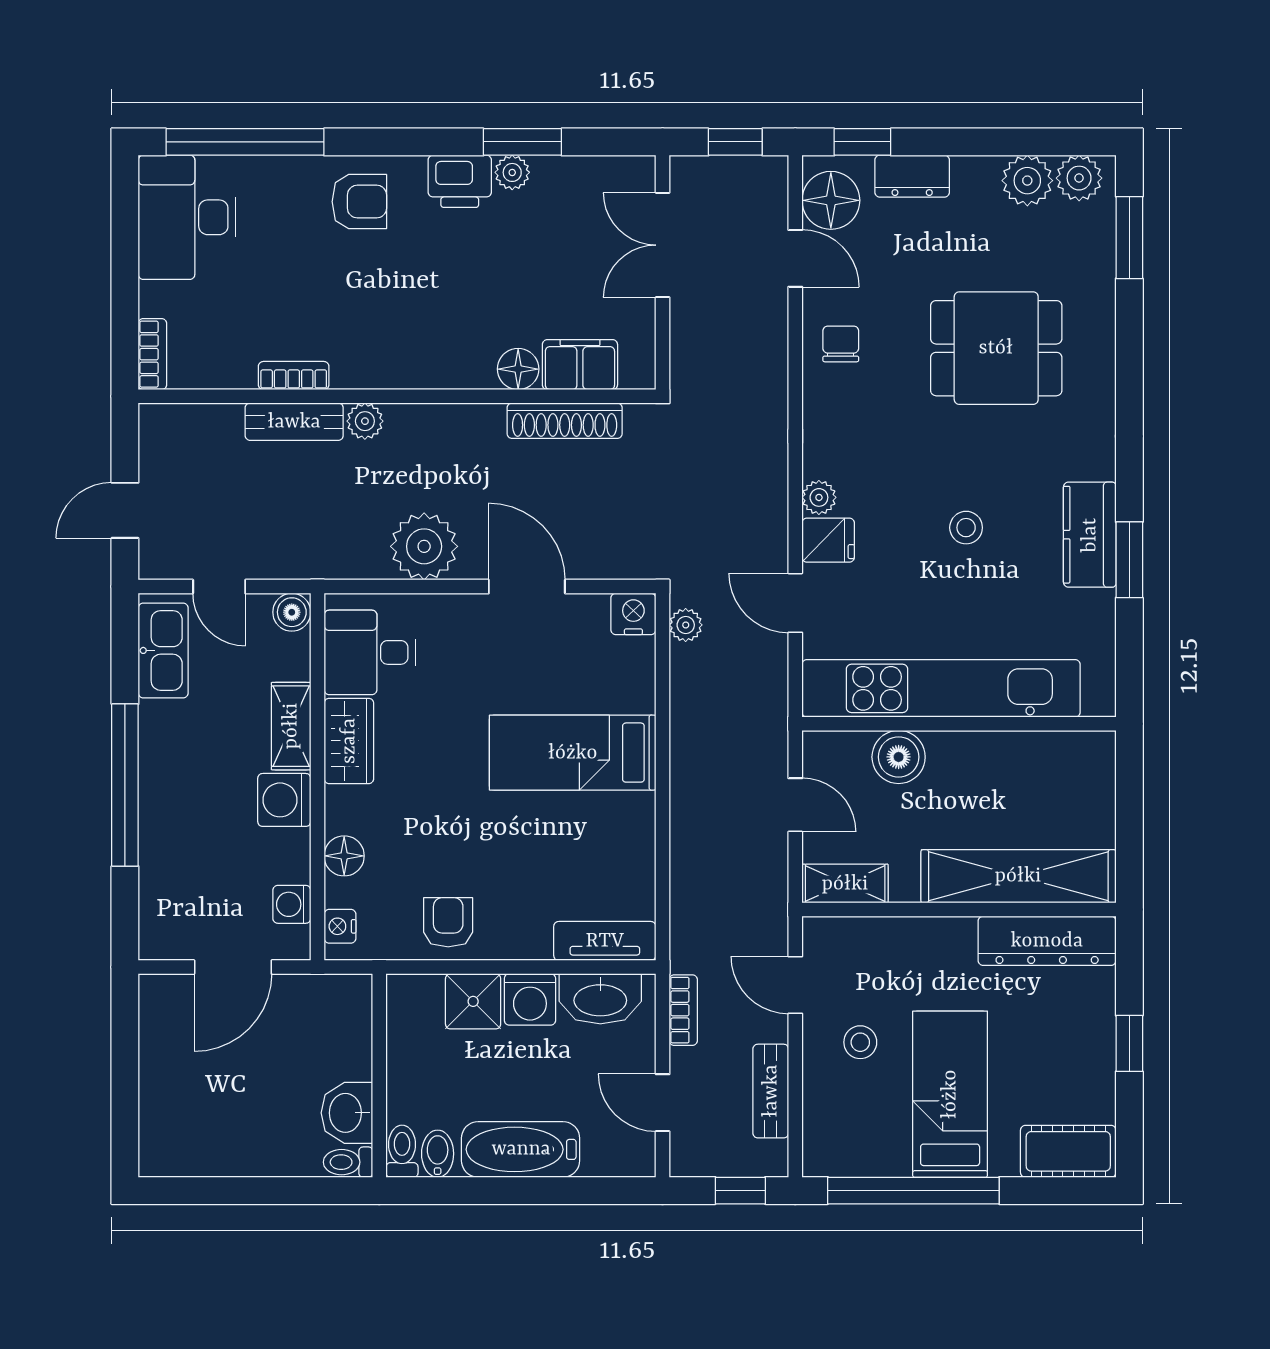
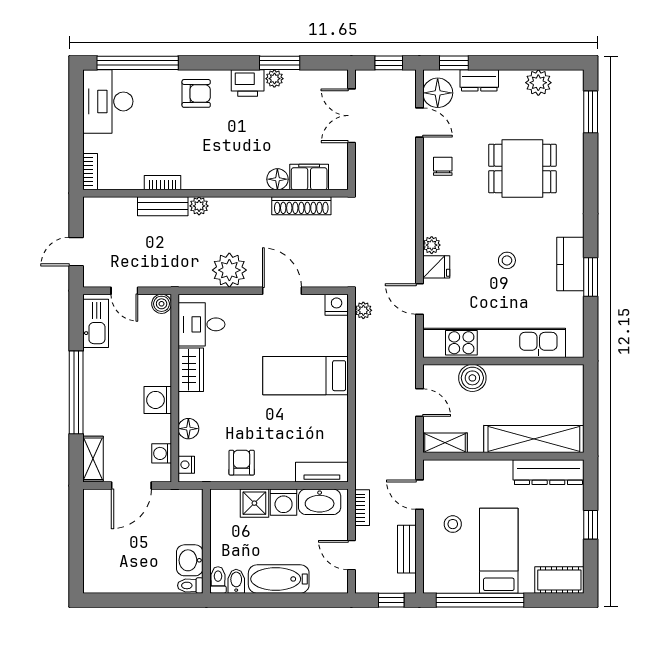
plant: (1079, 178) -> (565, 81), removed
shelving: (291, 726) -> (93, 459), moved

